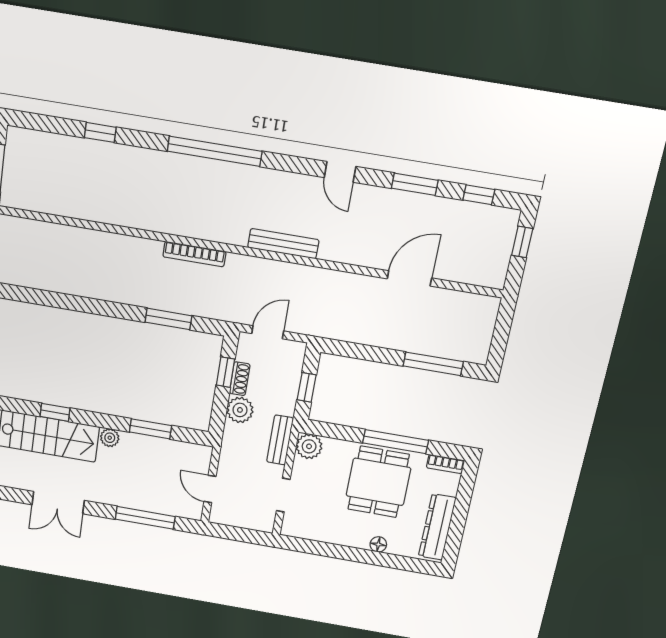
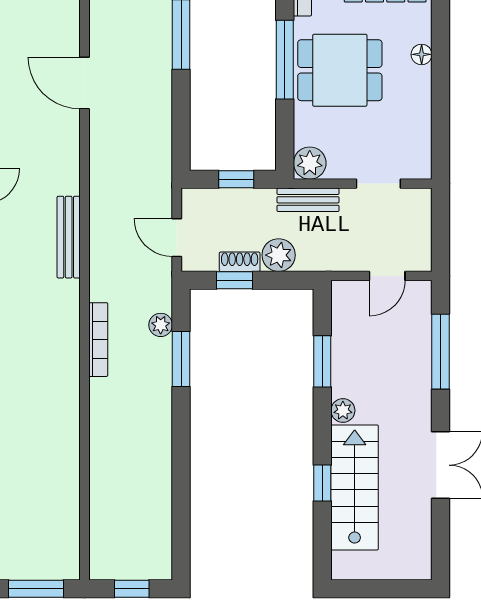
plant: (199, 307) -> (161, 325), added

